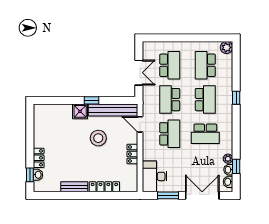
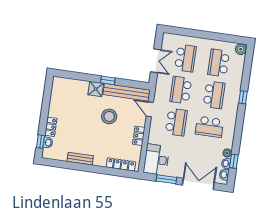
locker: (104, 187) -> (121, 164), moved

